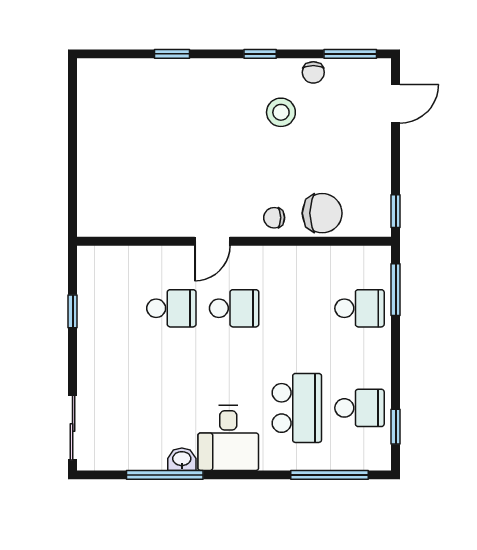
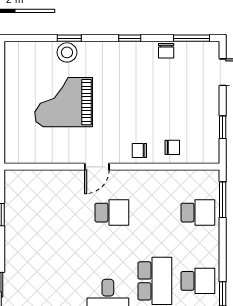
stool: (281, 112) -> (67, 52), moved
grand piano: (164, 147) -> (64, 102), added
window: (396, 211) -> (223, 127), moved
chair: (322, 213) -> (172, 147), width x0.54, depth x0.54
school desk: (171, 308) -> (69, 213), removed

